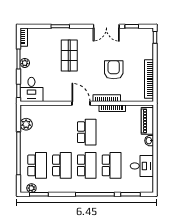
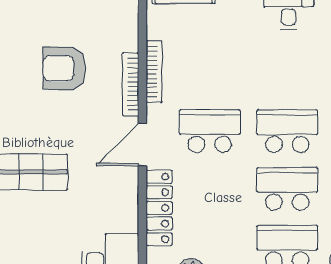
locker: (54, 110) -> (159, 208), added
school desk: (112, 165) -> (287, 73), removed

